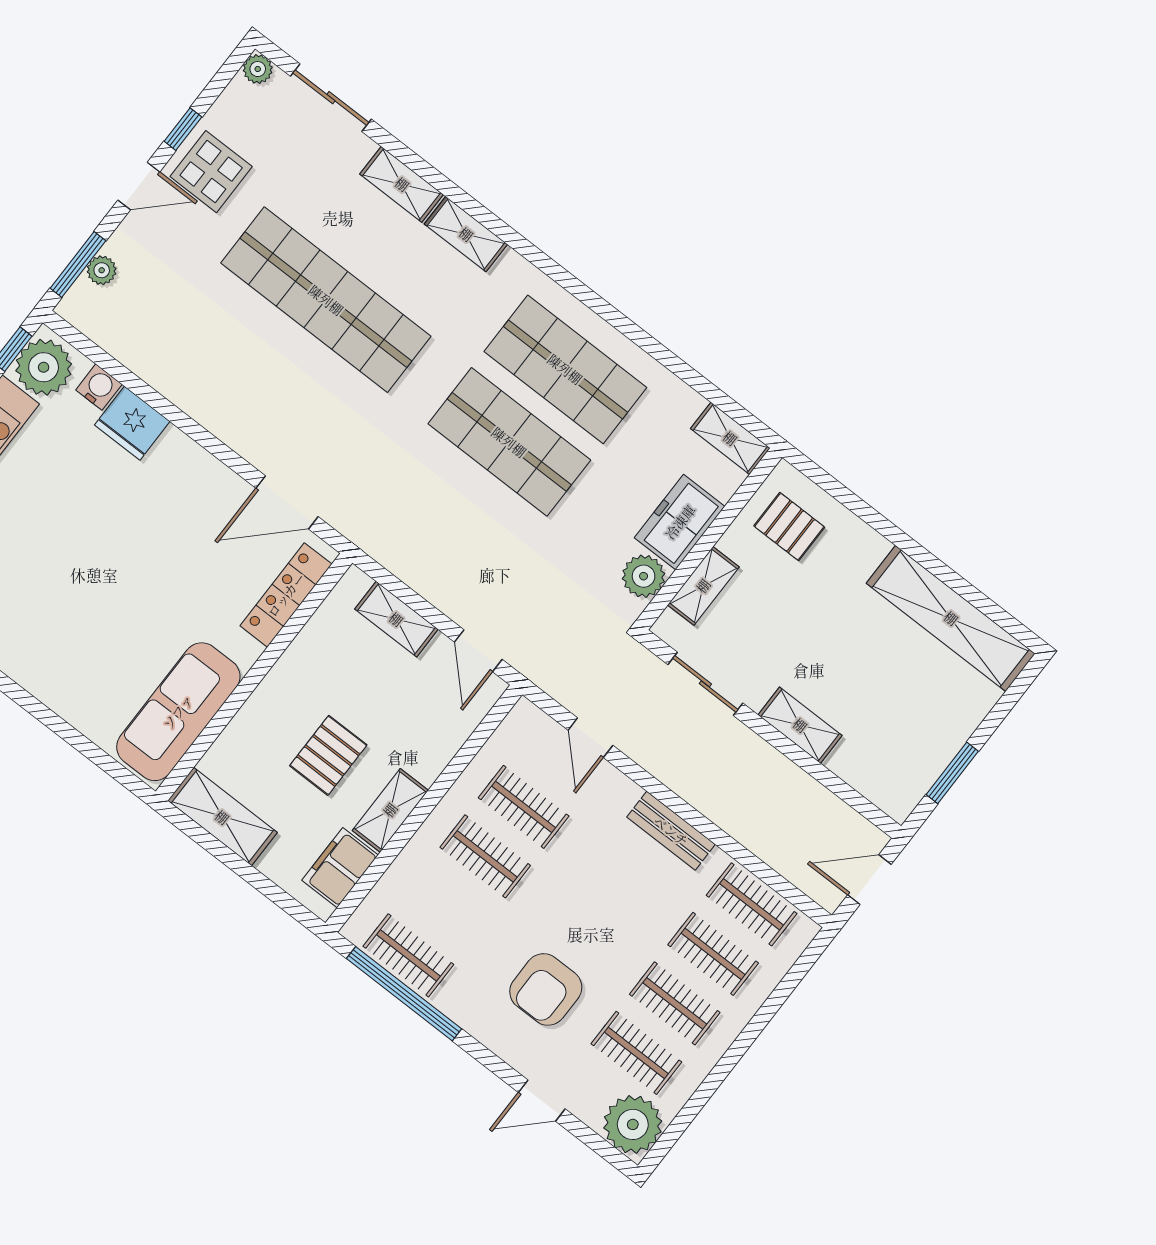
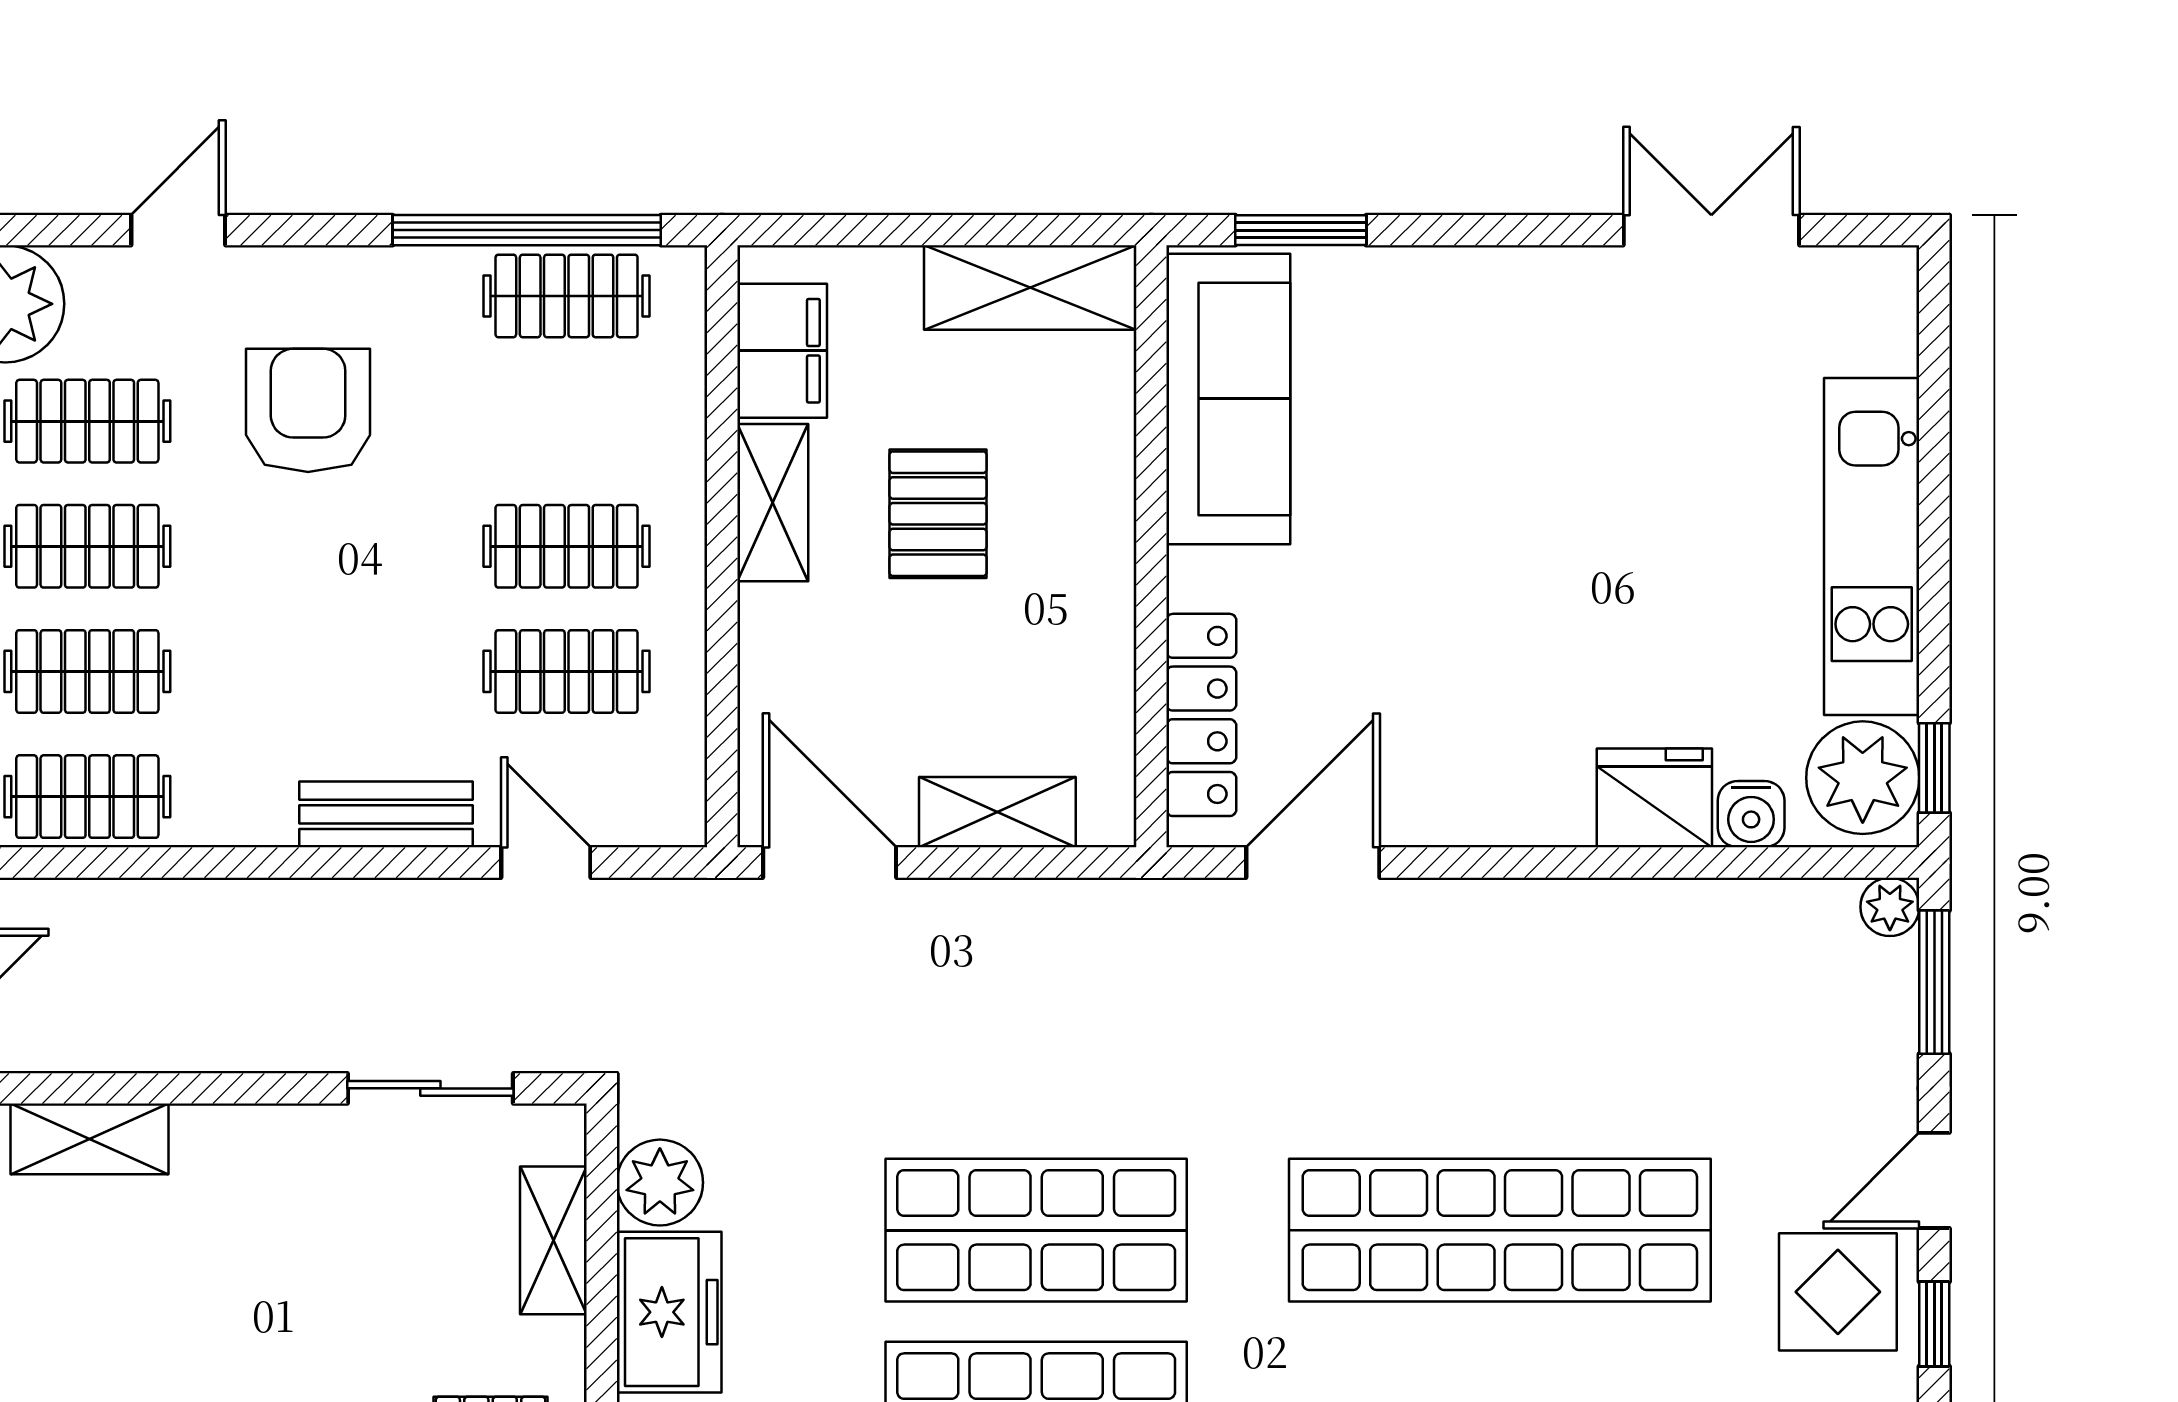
plant: (102, 270) -> (1890, 907), moved
door: (478, 651) -> (830, 862), width x1.38
shelving: (800, 725) -> (89, 1139), moved
window: (98, 756) -> (1301, 230), added
bench: (671, 831) -> (386, 814), moved

